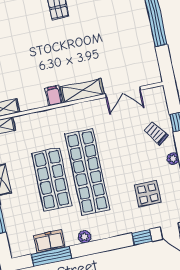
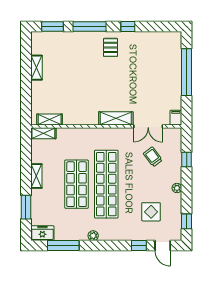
filing cabinet: (54, 96) -> (176, 118), moved
trolley: (156, 133) -> (153, 157), moved
freezer: (49, 241) -> (42, 233), moved

